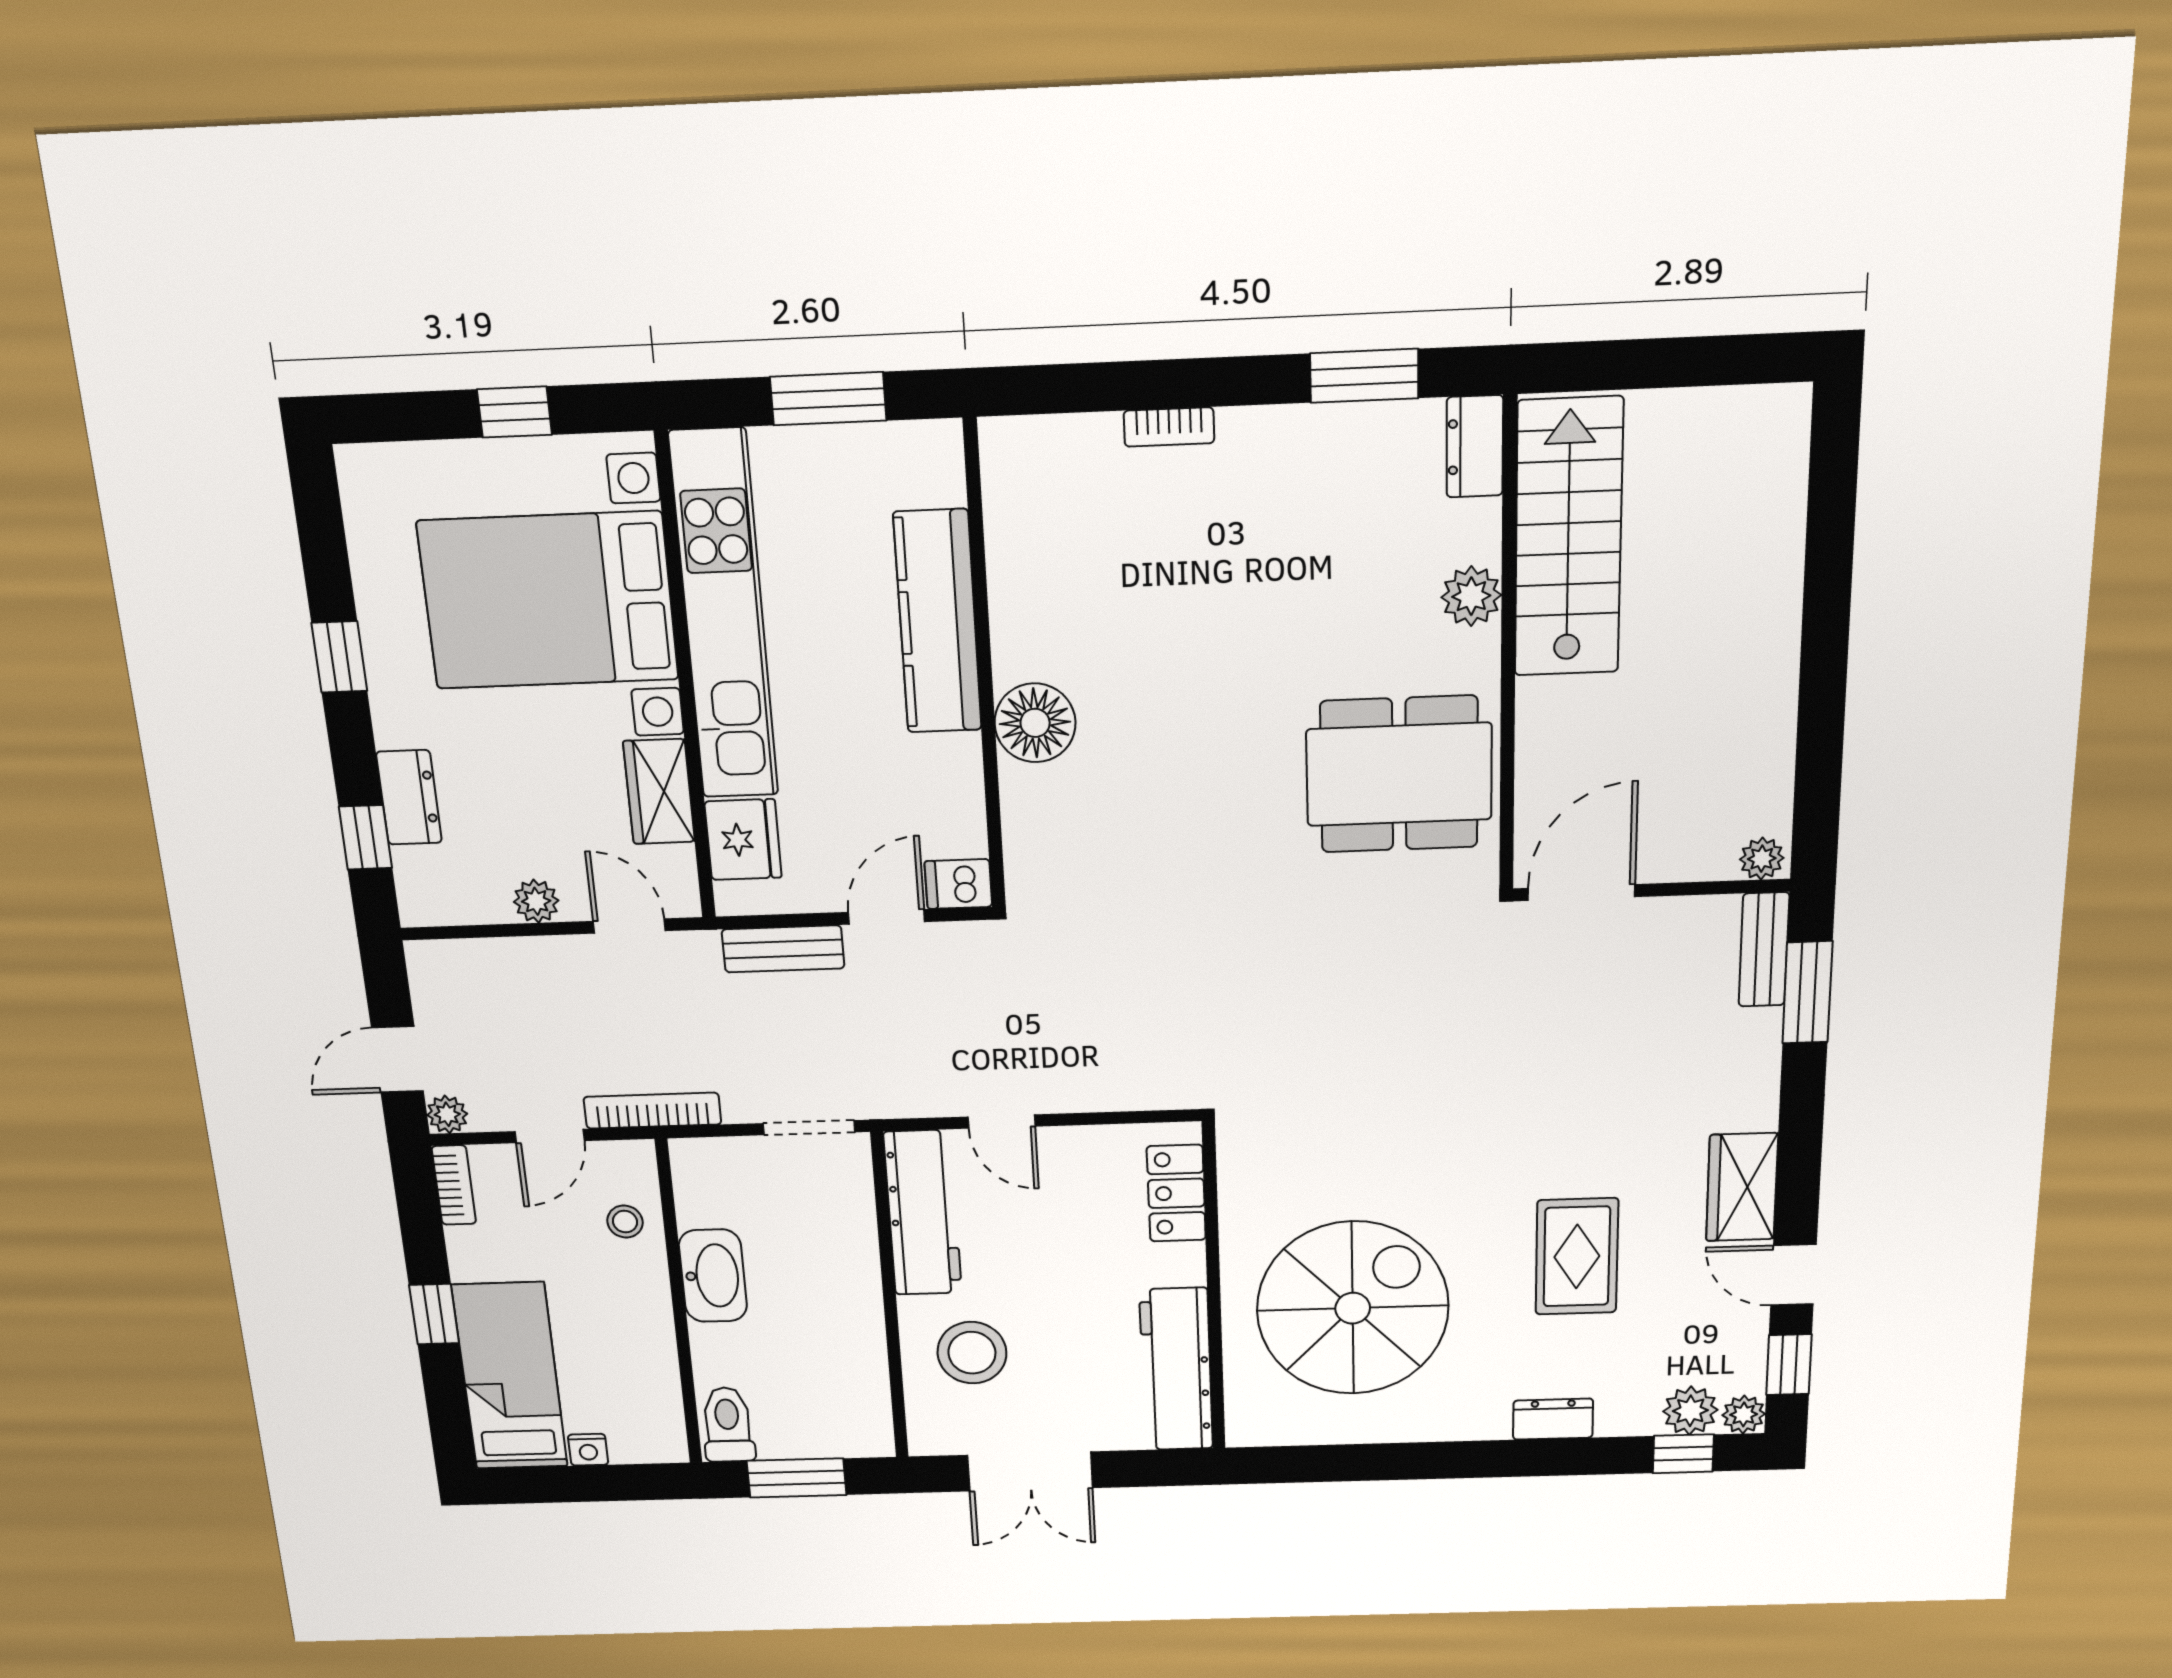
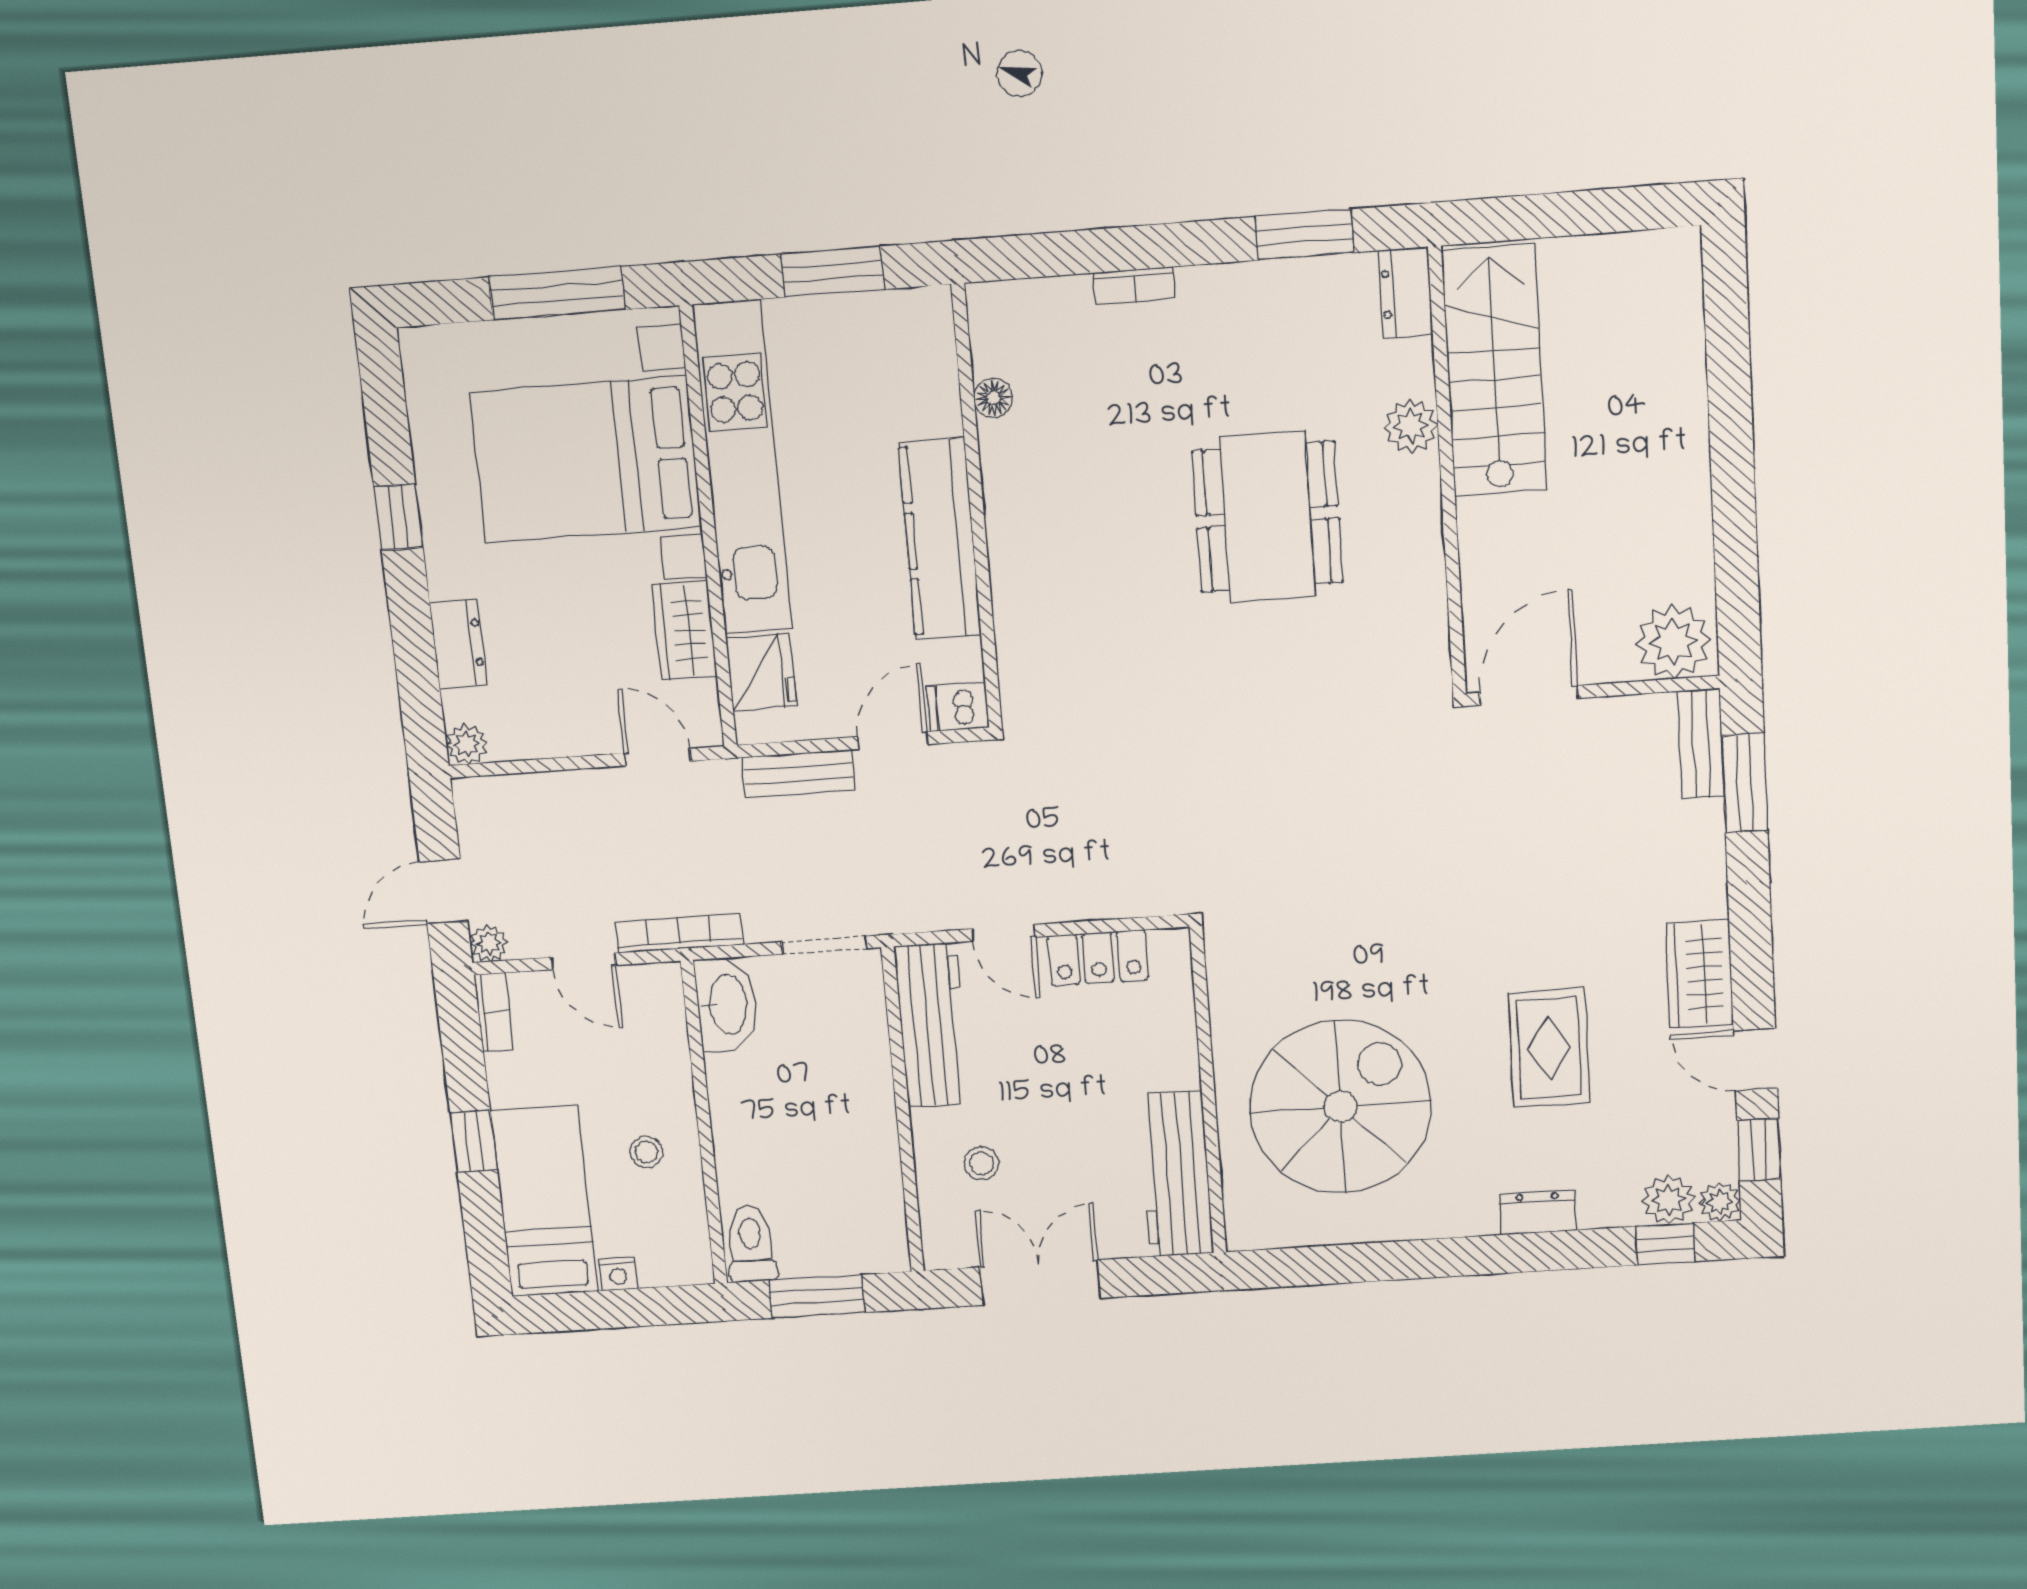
window: (515, 412) -> (557, 293), width x2.17
kitchen counter: (938, 622) -> (940, 539), moved
floor lamp: (1035, 723) -> (993, 398), moved, width x0.53, depth x0.53
dining table: (1399, 774) -> (1267, 517), moved, turned 90
window: (365, 837) -> (418, 682), removed
plant: (1762, 859) -> (1673, 642), width x1.87, depth x1.87
plant: (536, 901) -> (467, 744), moved
door: (550, 1136) -> (583, 961), hinge flipped
locker: (1176, 1193) -> (1098, 958), moved, turned -90
stool: (625, 1222) -> (646, 1152), moved
washbasin: (713, 1276) -> (727, 1004), moved
stool: (972, 1353) -> (982, 1163), width x0.53, depth x0.53
double door: (1030, 1472) -> (1040, 1283), swing flipped

